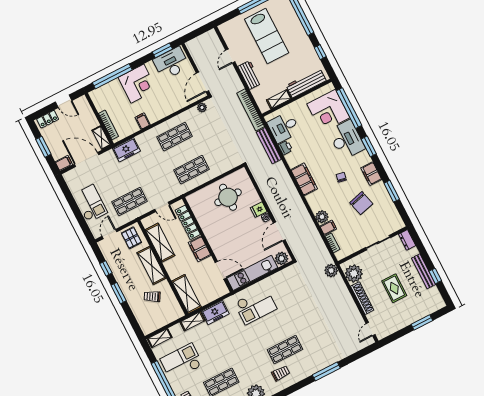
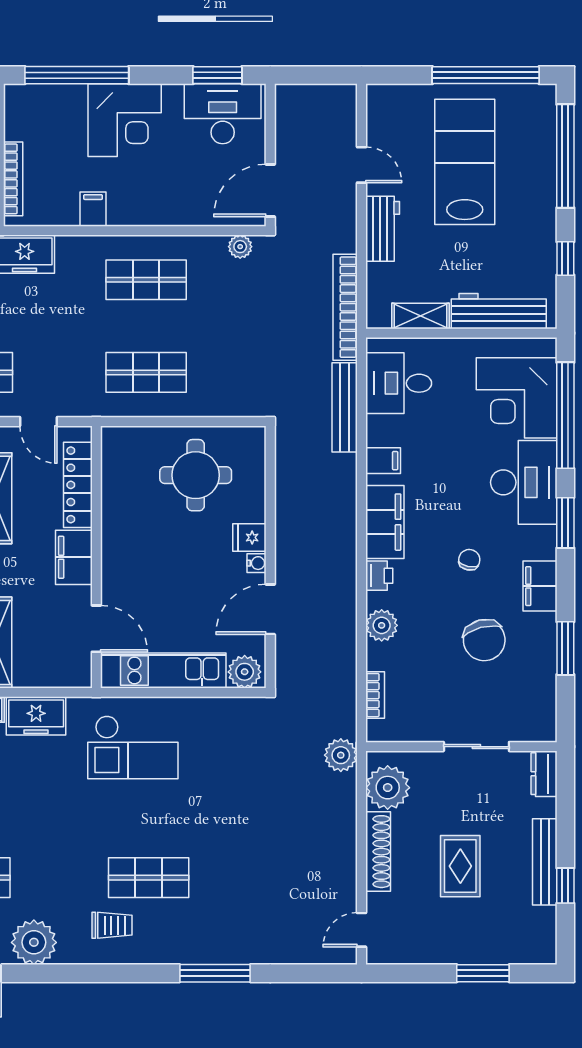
lab bench: (267, 36) -> (465, 162), turned 180
door: (230, 56) -> (361, 165), swing flipped
printer: (285, 148) -> (379, 576), moved
filing cabinet: (328, 228) -> (383, 461), moved

